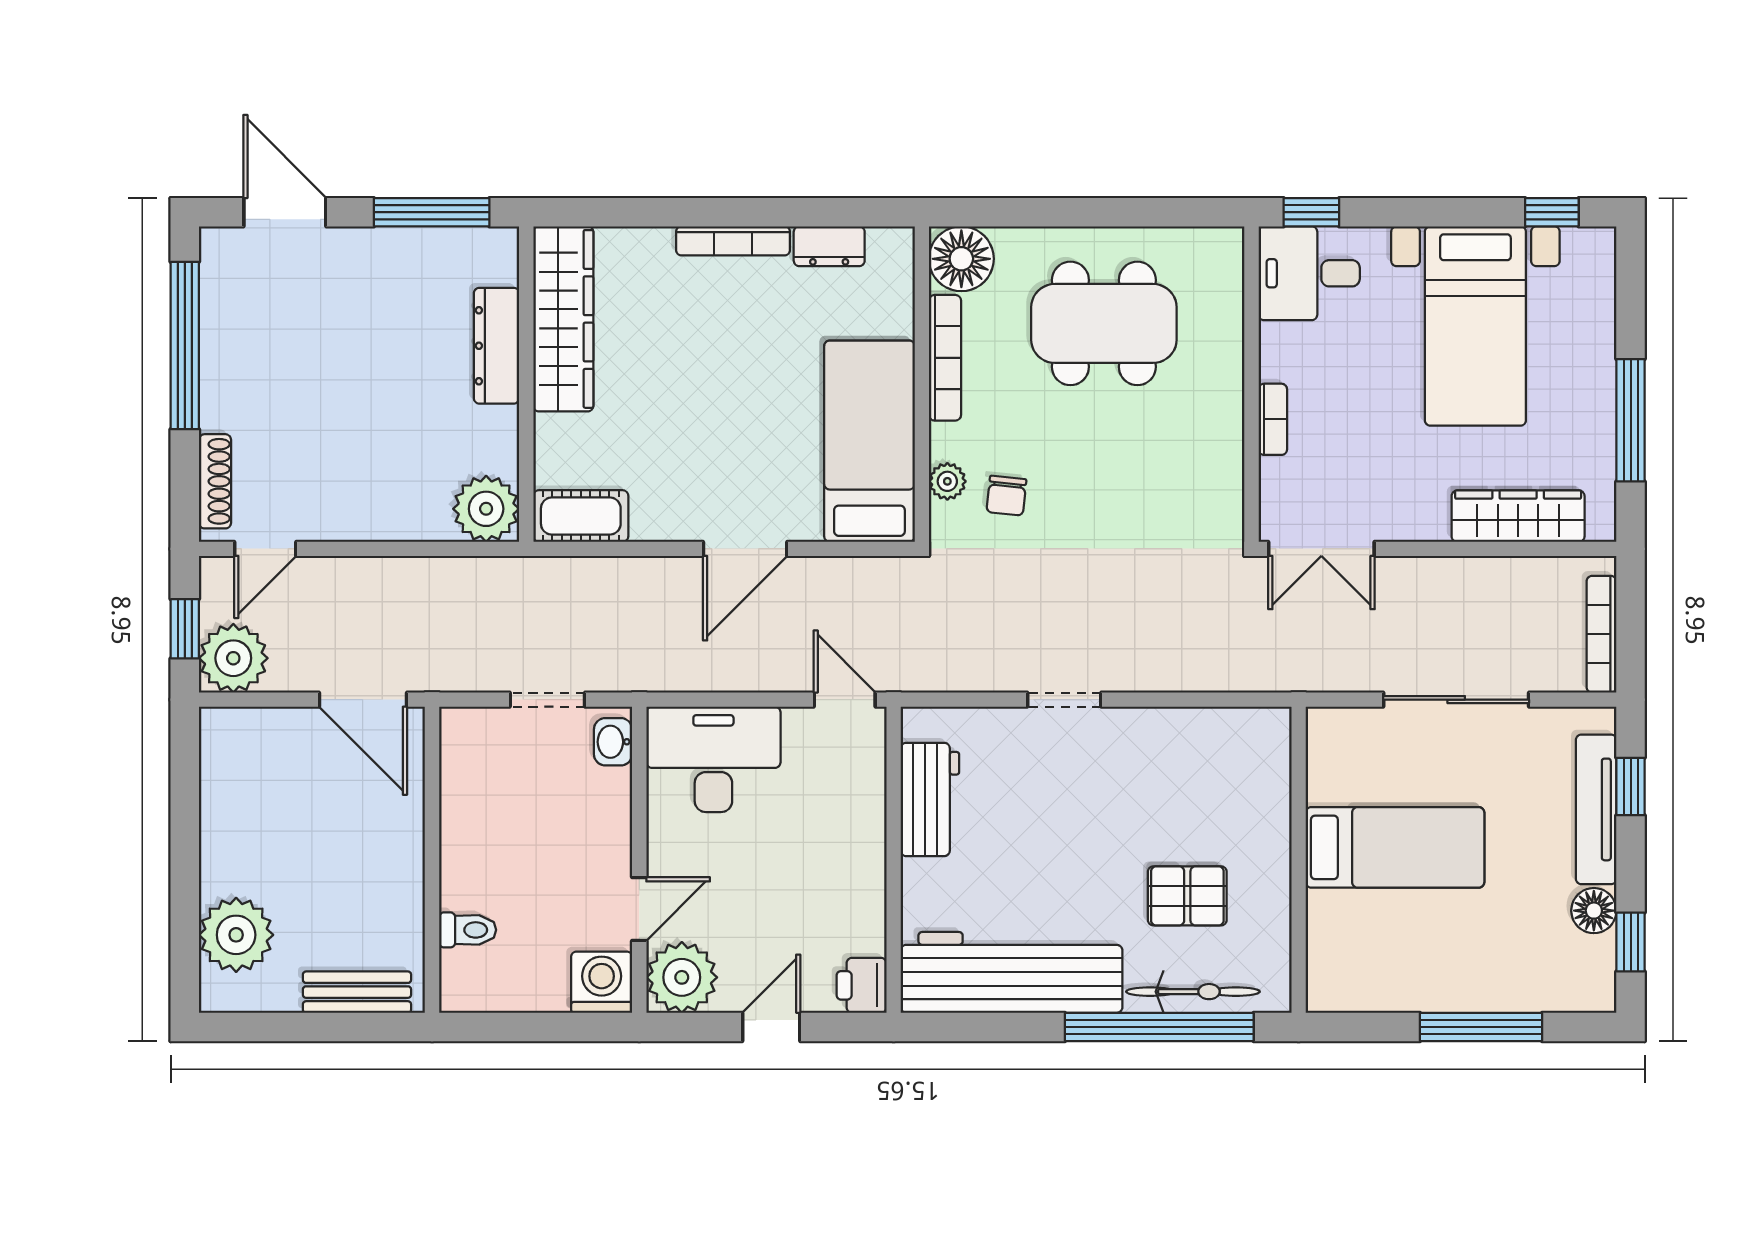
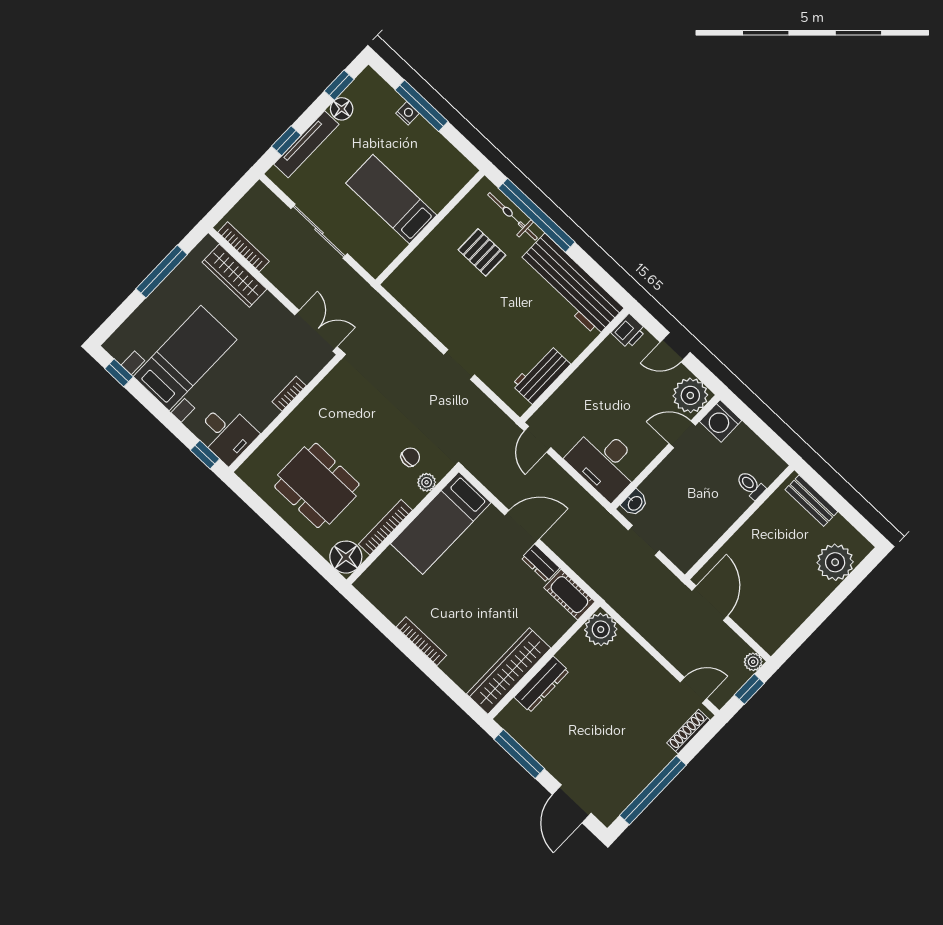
dresser: (829, 246) -> (540, 563), moved, turned 180
bookcase: (1602, 634) -> (243, 247), moved, turned -90
plant: (233, 658) -> (753, 662), width x0.53, depth x0.53
nightstand: (1491, 996) -> (408, 113), added

